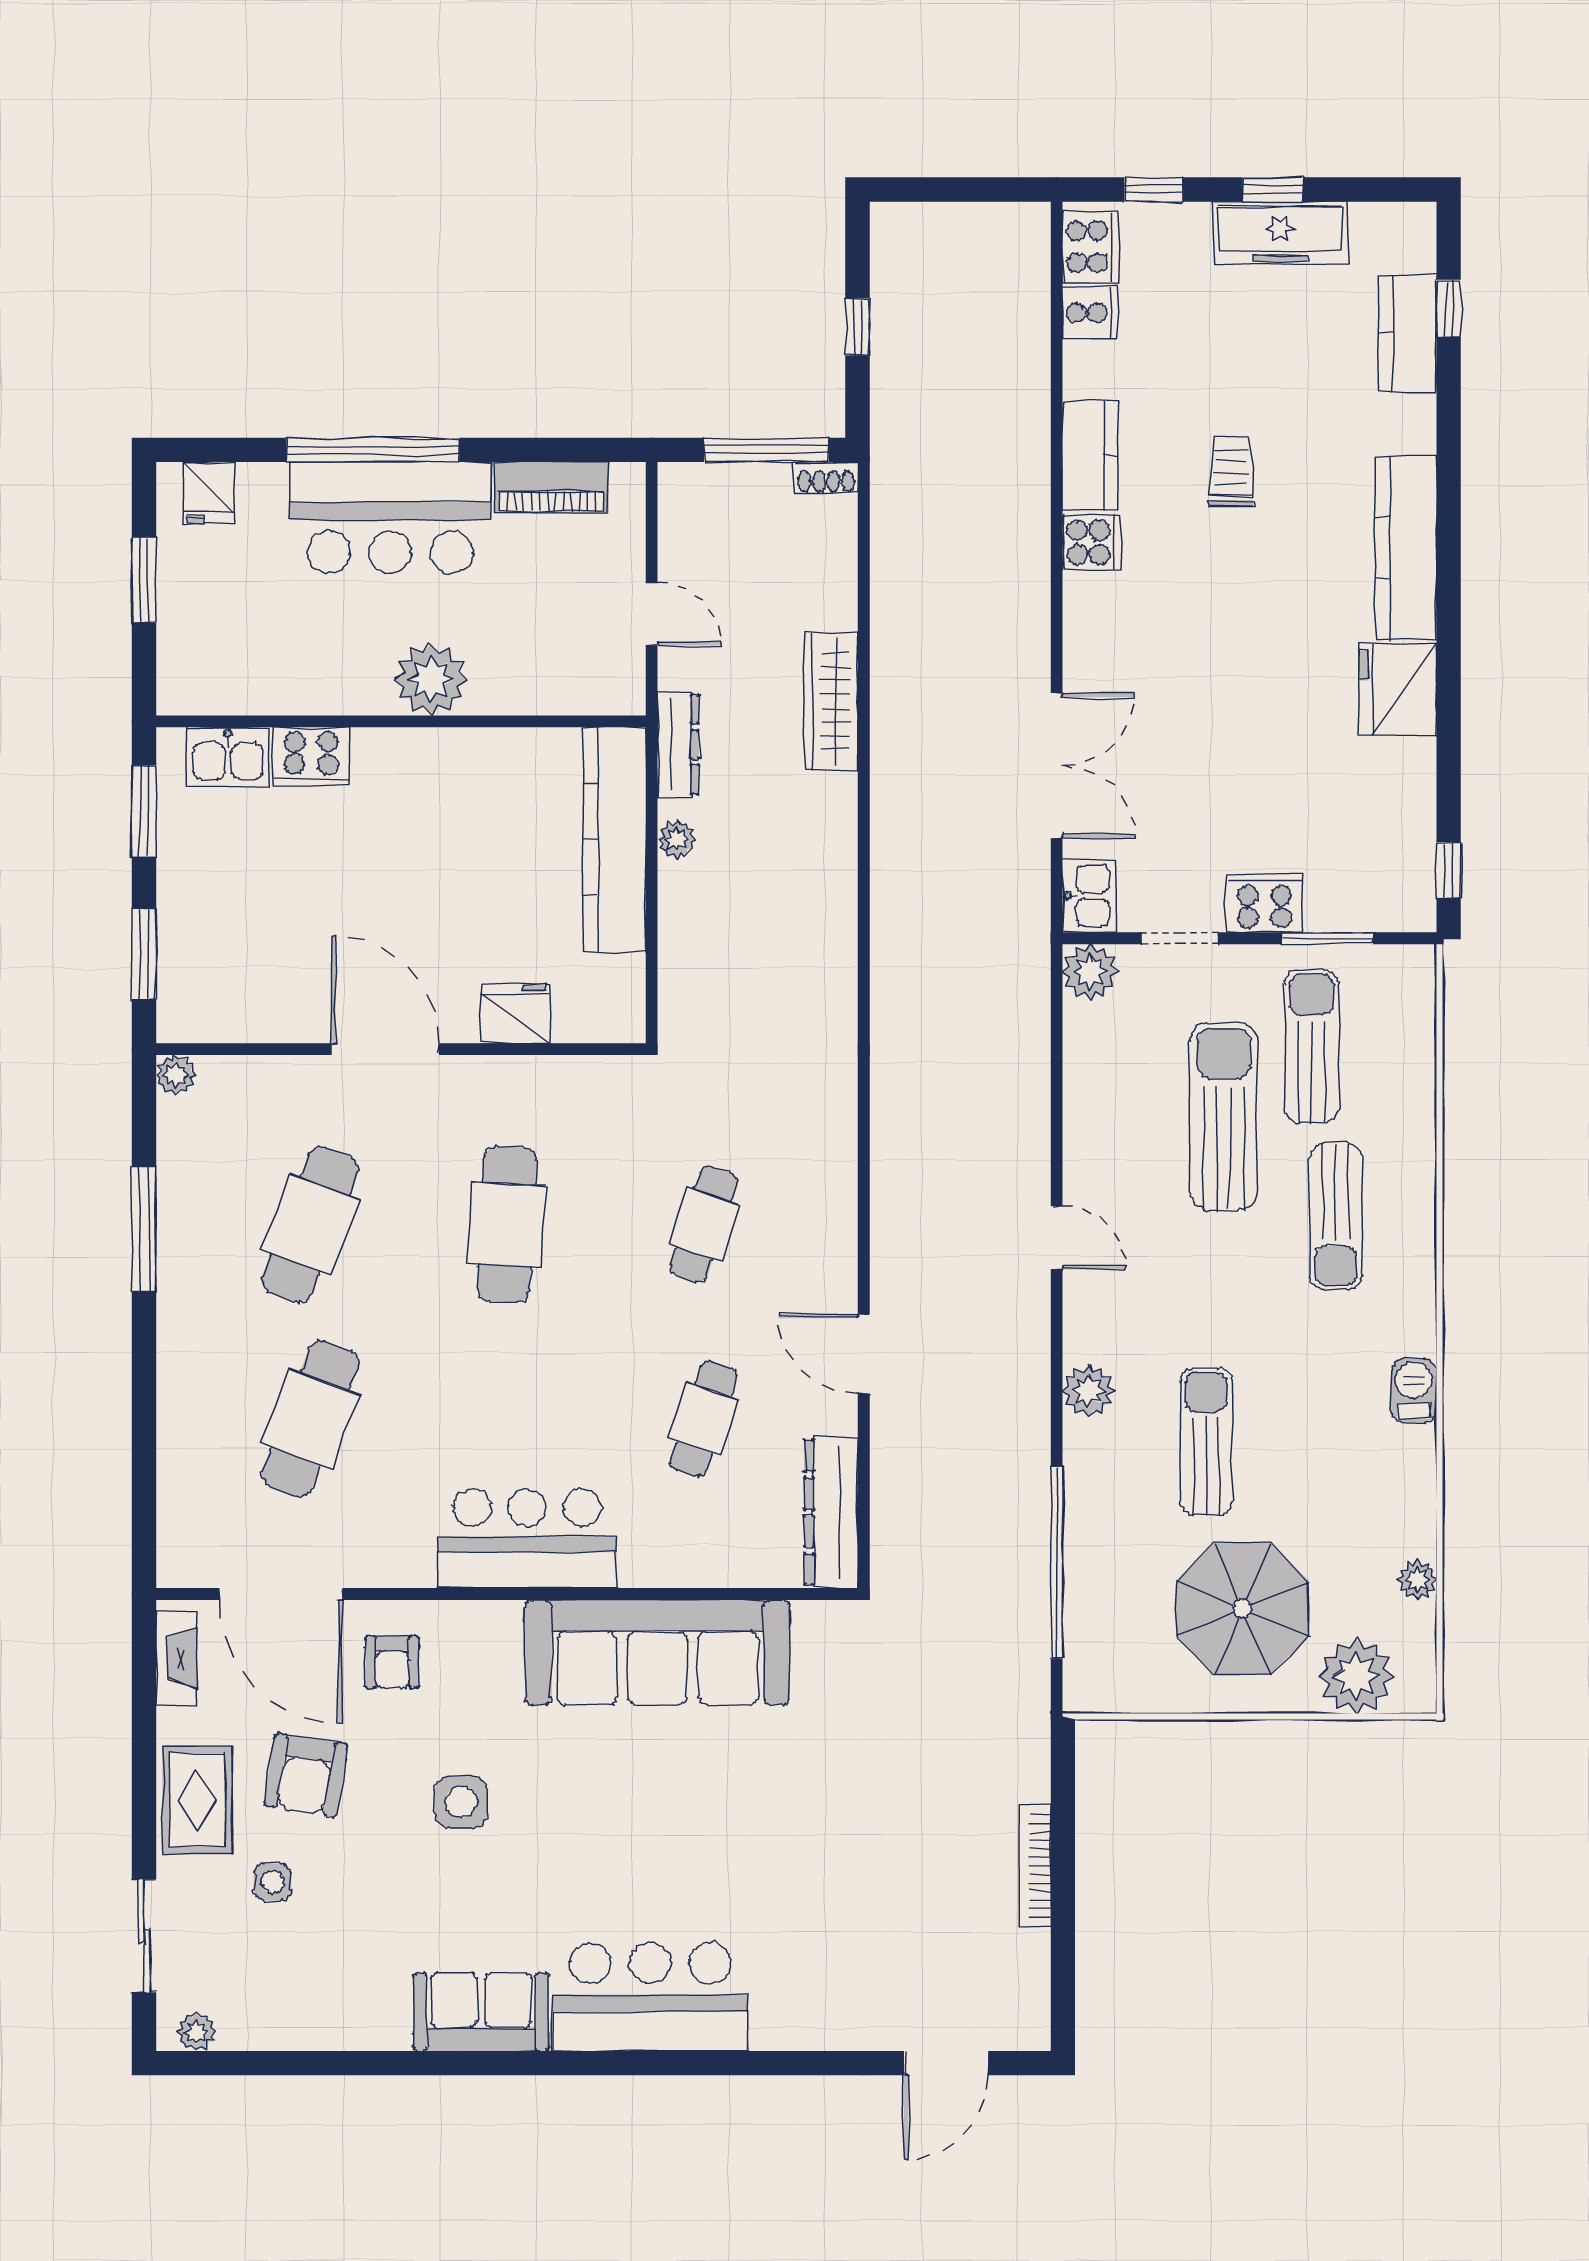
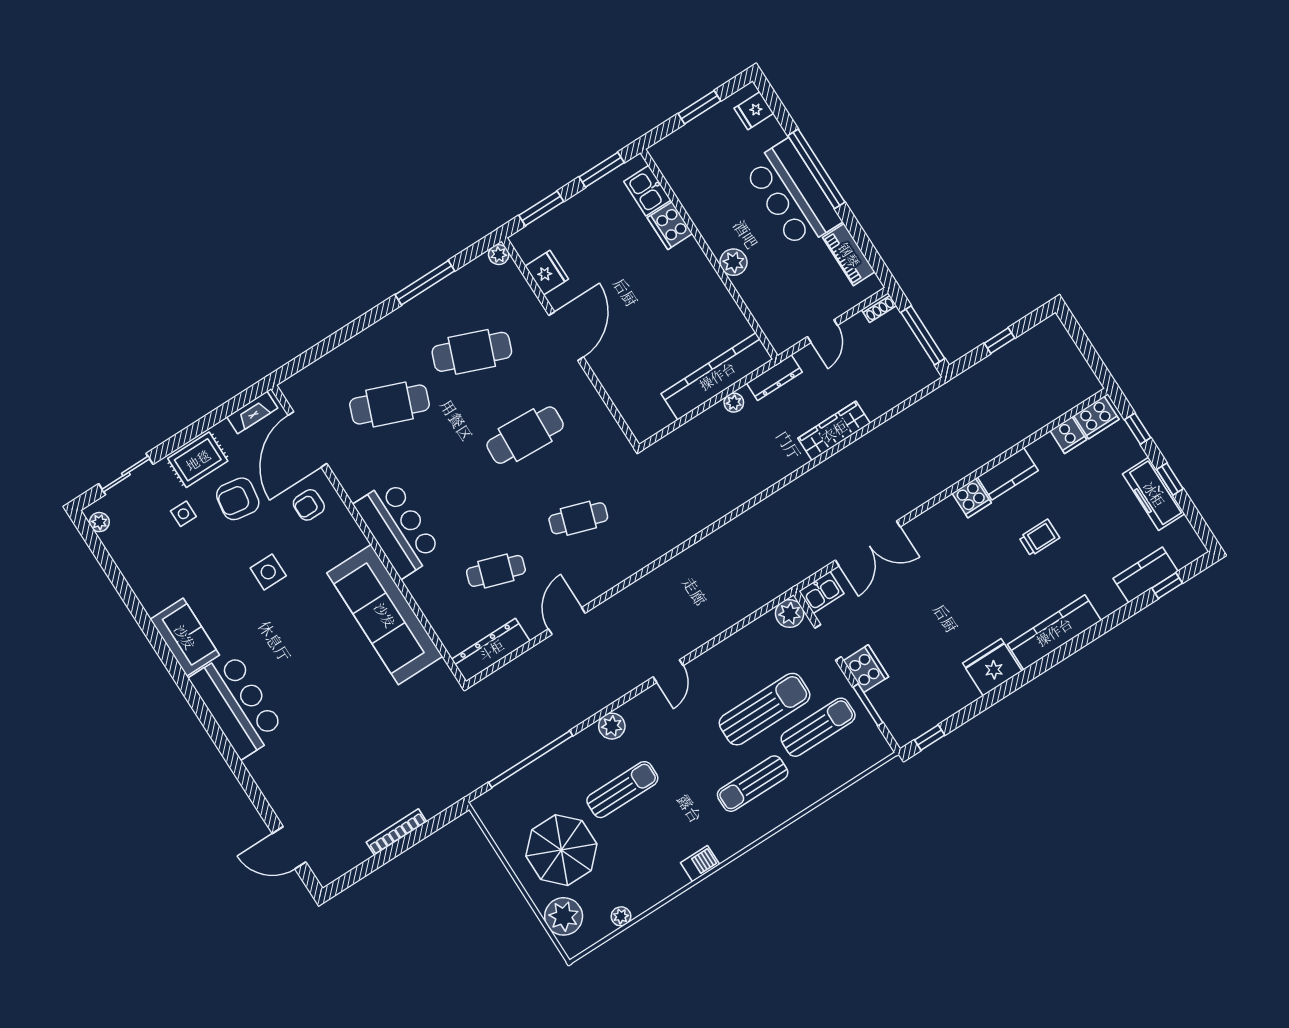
shoe rack: (826, 477) -> (879, 308), moved, turned -90
plant: (431, 679) -> (734, 262), width x0.73, depth x0.73
fridge: (516, 1014) -> (547, 273), moved

